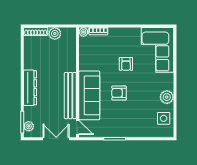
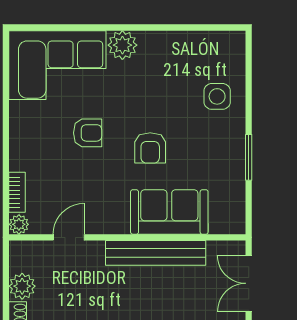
sofa: (89, 95) -> (169, 212), width x0.73
plant: (167, 97) -> (122, 45), moved
side table: (164, 118) -> (217, 96), moved
door: (77, 127) -> (69, 237), moved

